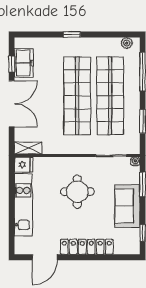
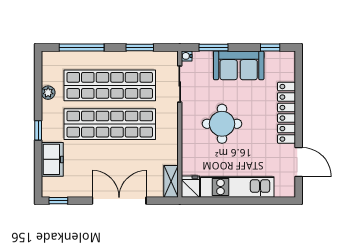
plant: (127, 43) -> (48, 93), moved
freezer: (24, 63) -> (52, 159), moved, turned 90
window: (12, 64) -> (58, 201), moved

